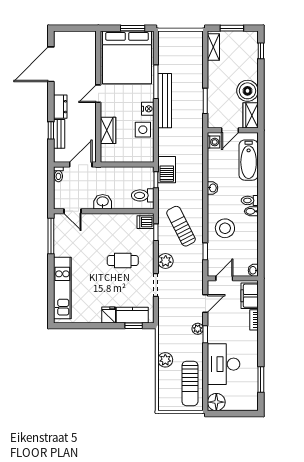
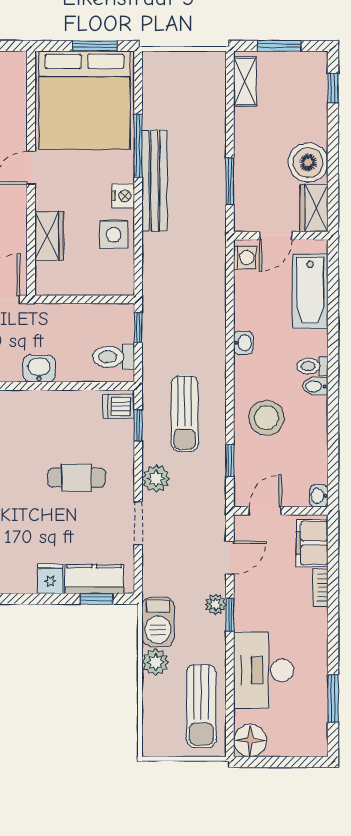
barbecue: (167, 170) -> (158, 622), moved
sun lounger: (181, 226) -> (185, 414), turned -153

